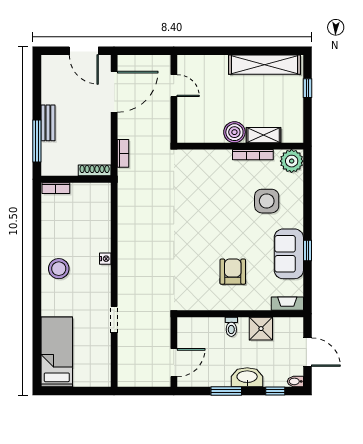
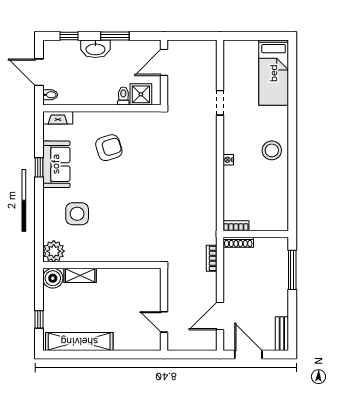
door: (114, 92) -> (220, 316), width x0.73
bench: (48, 123) -> (282, 334), moved
boiler: (234, 132) -> (53, 278), moved
bookcase: (253, 155) -> (90, 257), removed
bookcase: (56, 188) -> (236, 226), moved
armchair: (233, 272) -> (109, 148), turned -107
toilet: (231, 327) -> (123, 96), moved
shower: (261, 329) -> (141, 94), moved
bidet: (295, 381) -> (50, 95), moved

